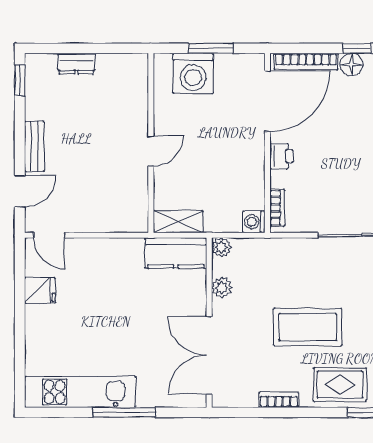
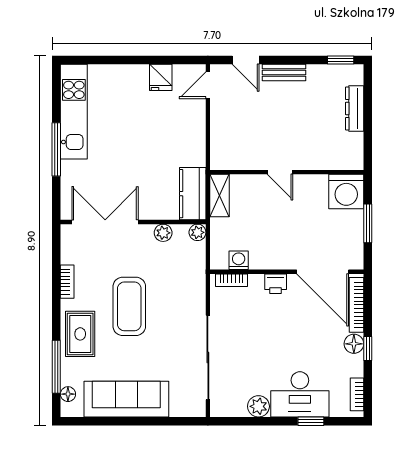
dresser: (76, 64) -> (355, 108), width x1.44
washing machine: (193, 73) -> (346, 192), moved, turned -90
washing machine: (254, 222) -> (239, 260), moved

